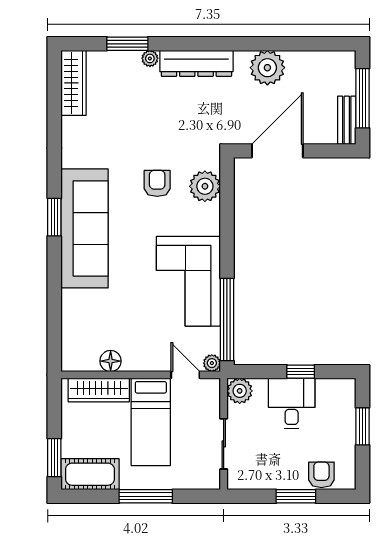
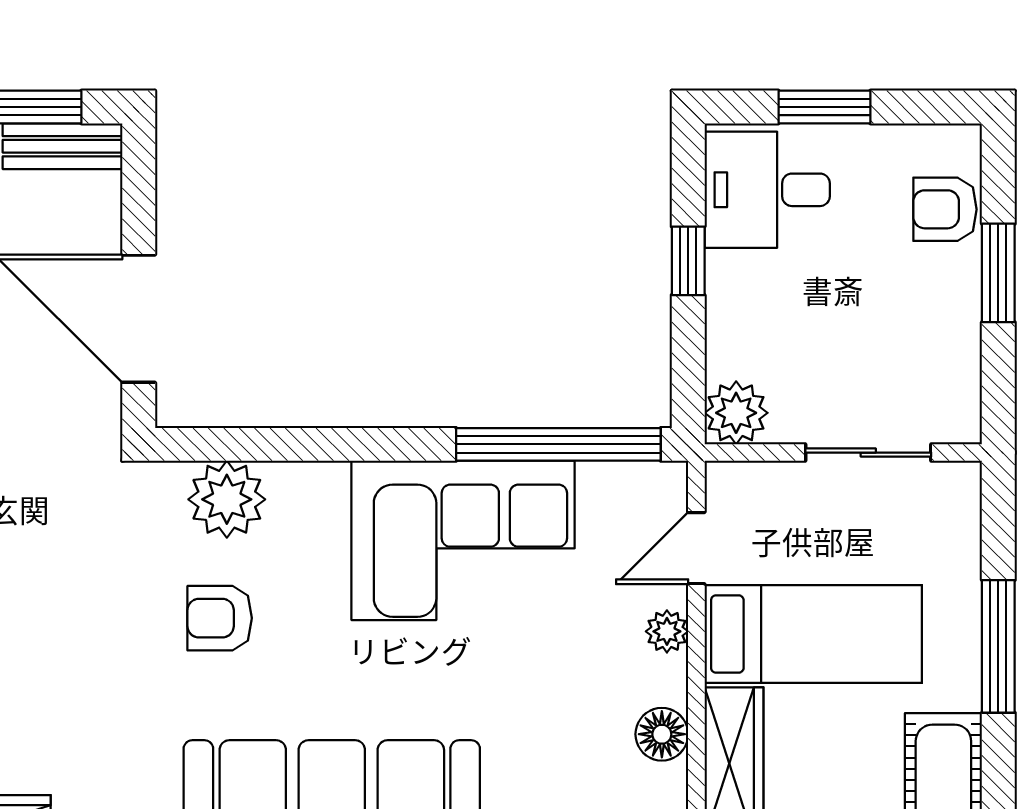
plant: (212, 363) -> (667, 631), moved
desk: (292, 403) -> (767, 190), moved

